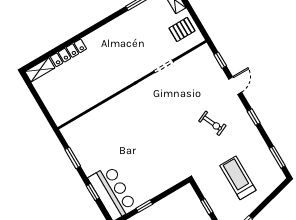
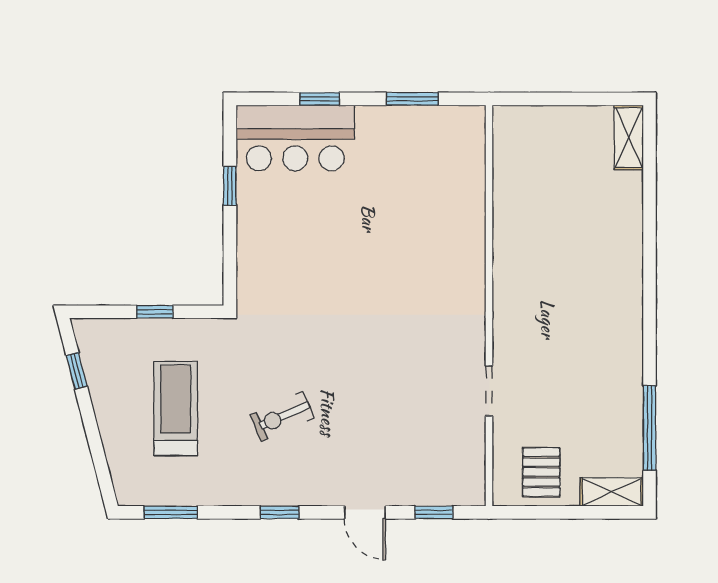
locker: (68, 53) -> (629, 215), removed
exercise bike: (212, 123) -> (282, 416), moved
treadmill: (238, 178) -> (176, 408), turned -90

